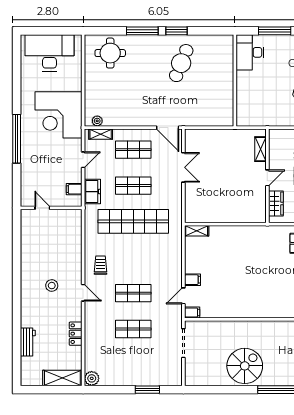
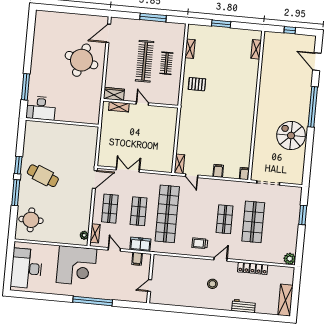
cafe table: (181, 63) -> (43, 176), moved
wardrobe: (276, 204) -> (114, 94), moved
door: (183, 296) -> (192, 176), moved
shop shelf: (133, 329) -> (253, 222), width x1.43, depth x1.36
locker: (76, 334) -> (253, 268), width x1.53
workbench: (28, 342) -> (244, 306), moved
shelving: (62, 378) -> (285, 300), moved

